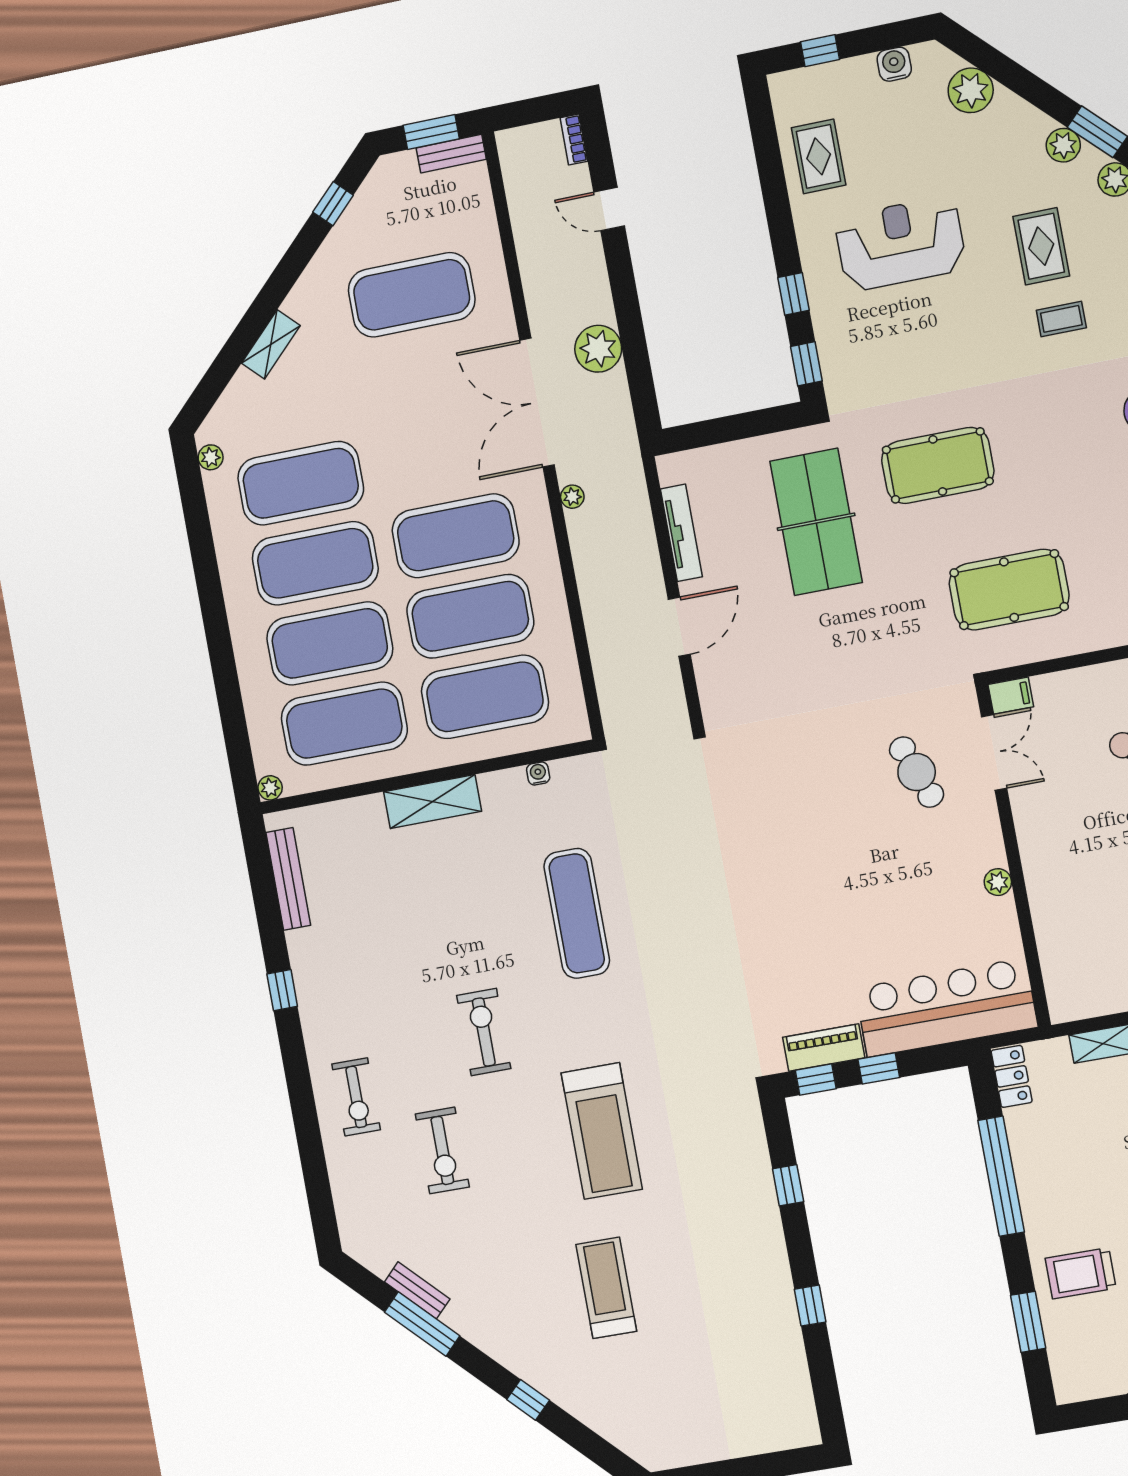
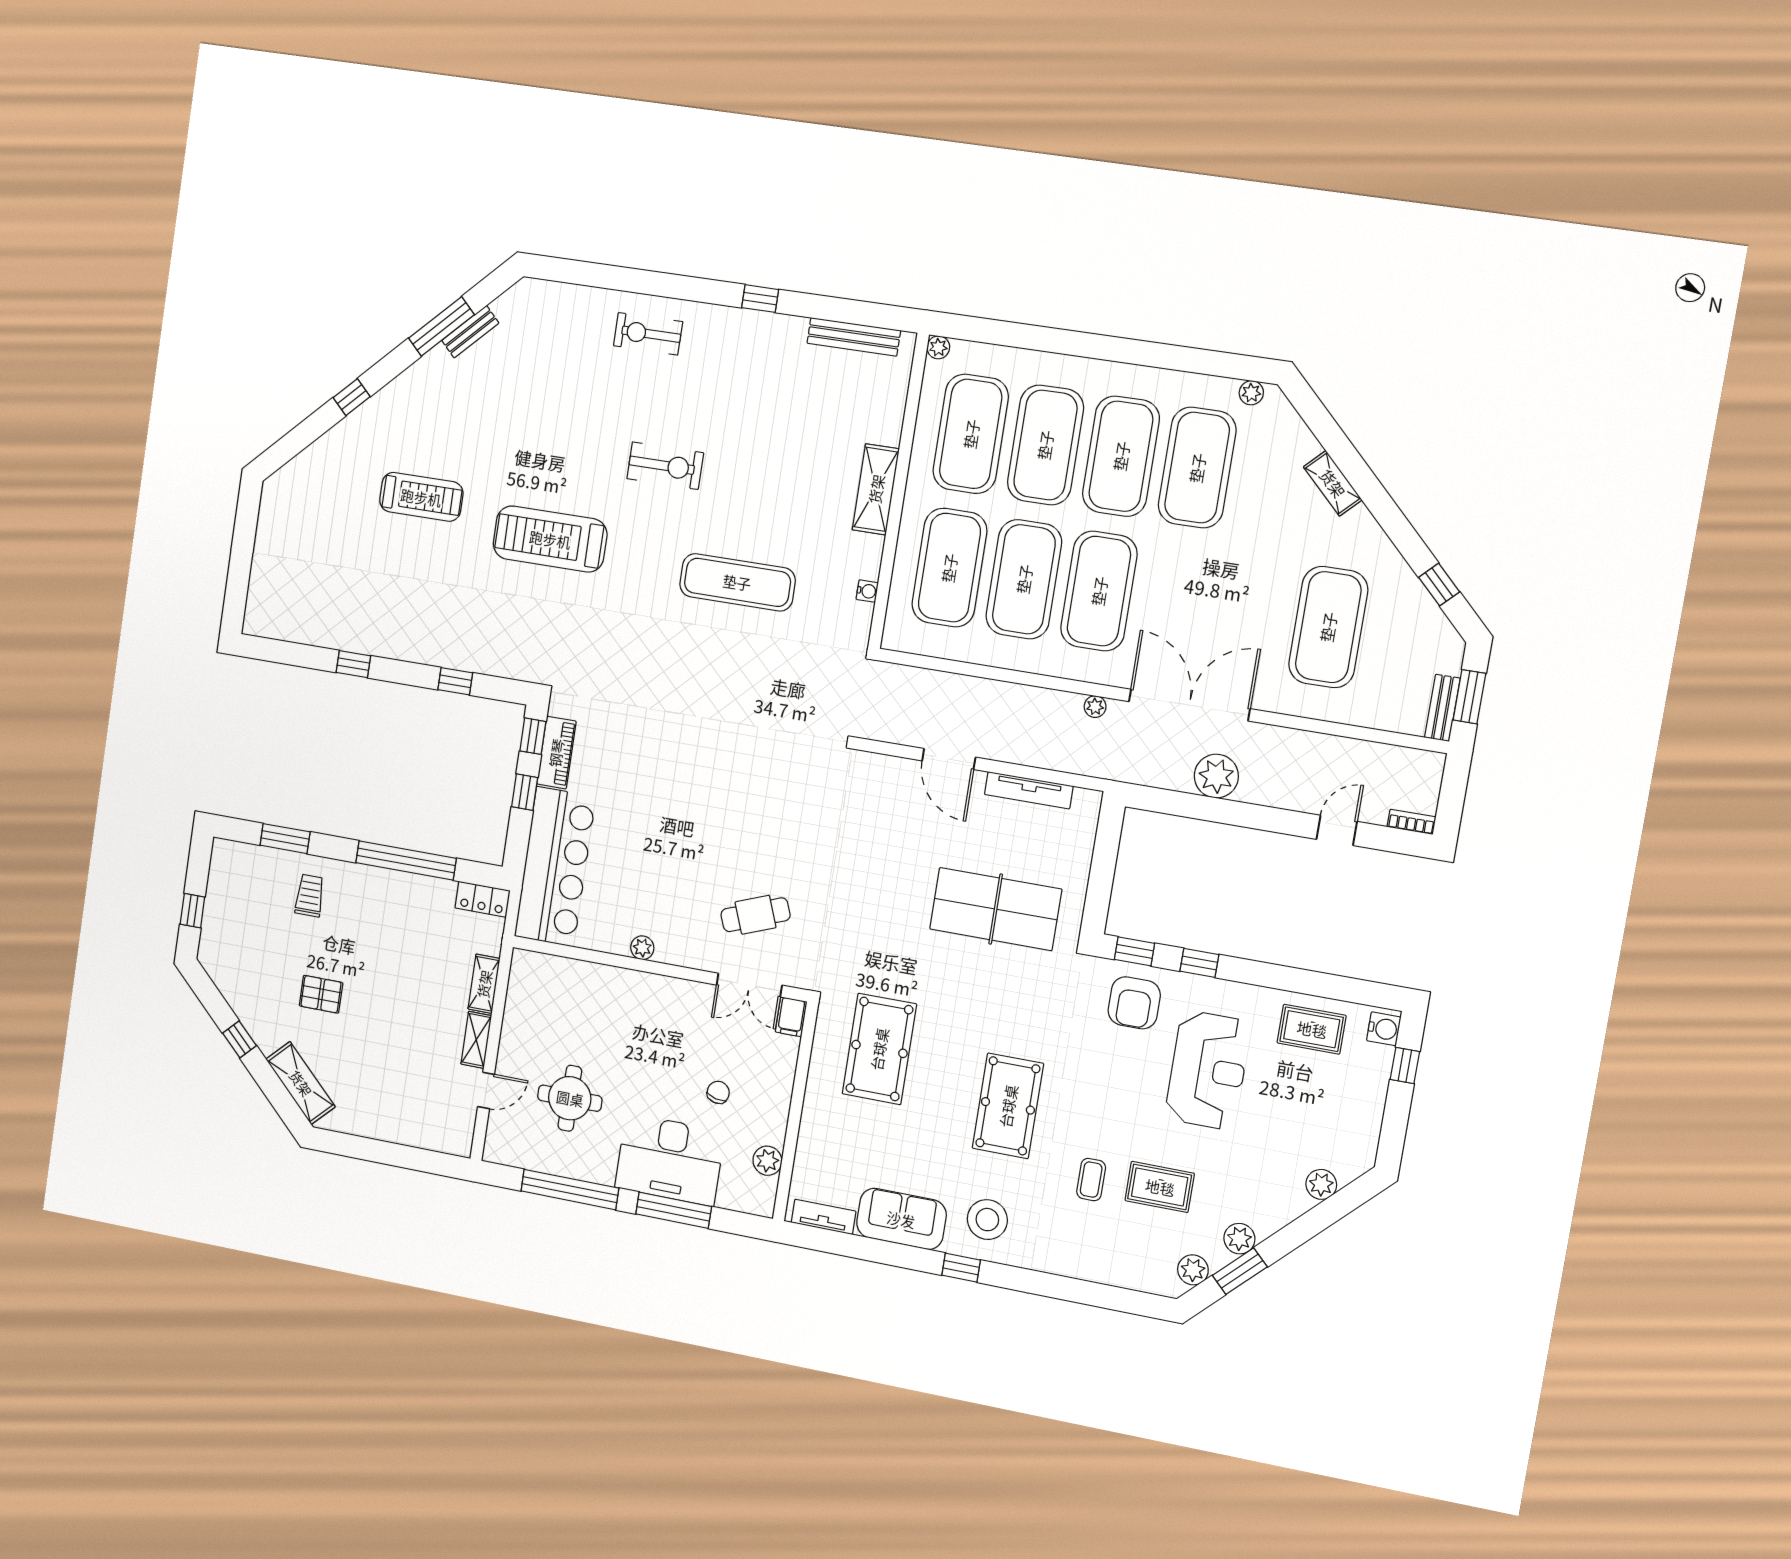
water cooler: (894, 64) -> (1384, 1029), moved
plant: (971, 90) -> (1321, 1184), width x0.73, depth x0.73
armchair: (859, 344) -> (1134, 1003), added
pool table: (938, 465) -> (1008, 1106), moved
exercise bike: (442, 1150) -> (579, 394), removed
trolley: (1081, 1273) -> (310, 896), width x0.73, depth x0.72

